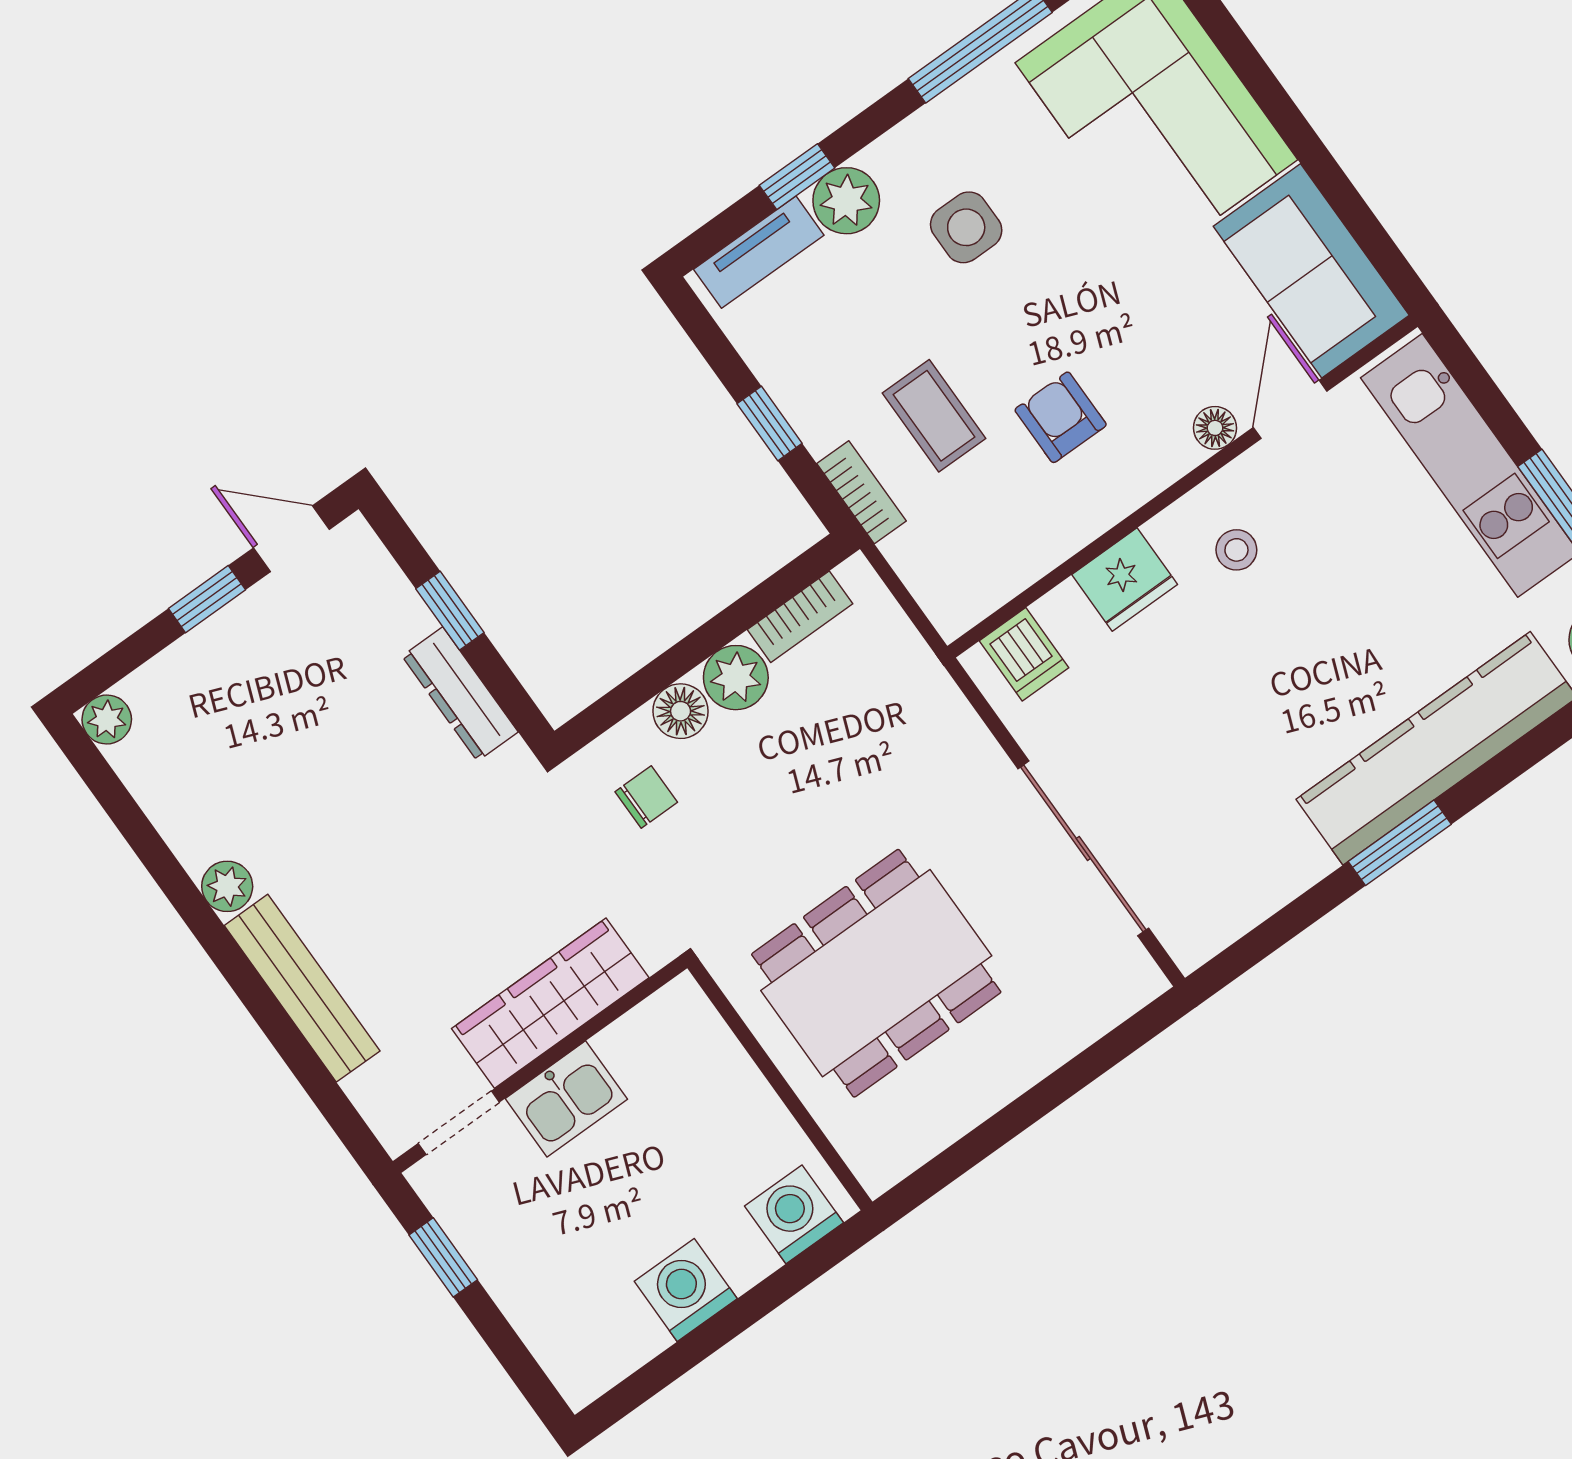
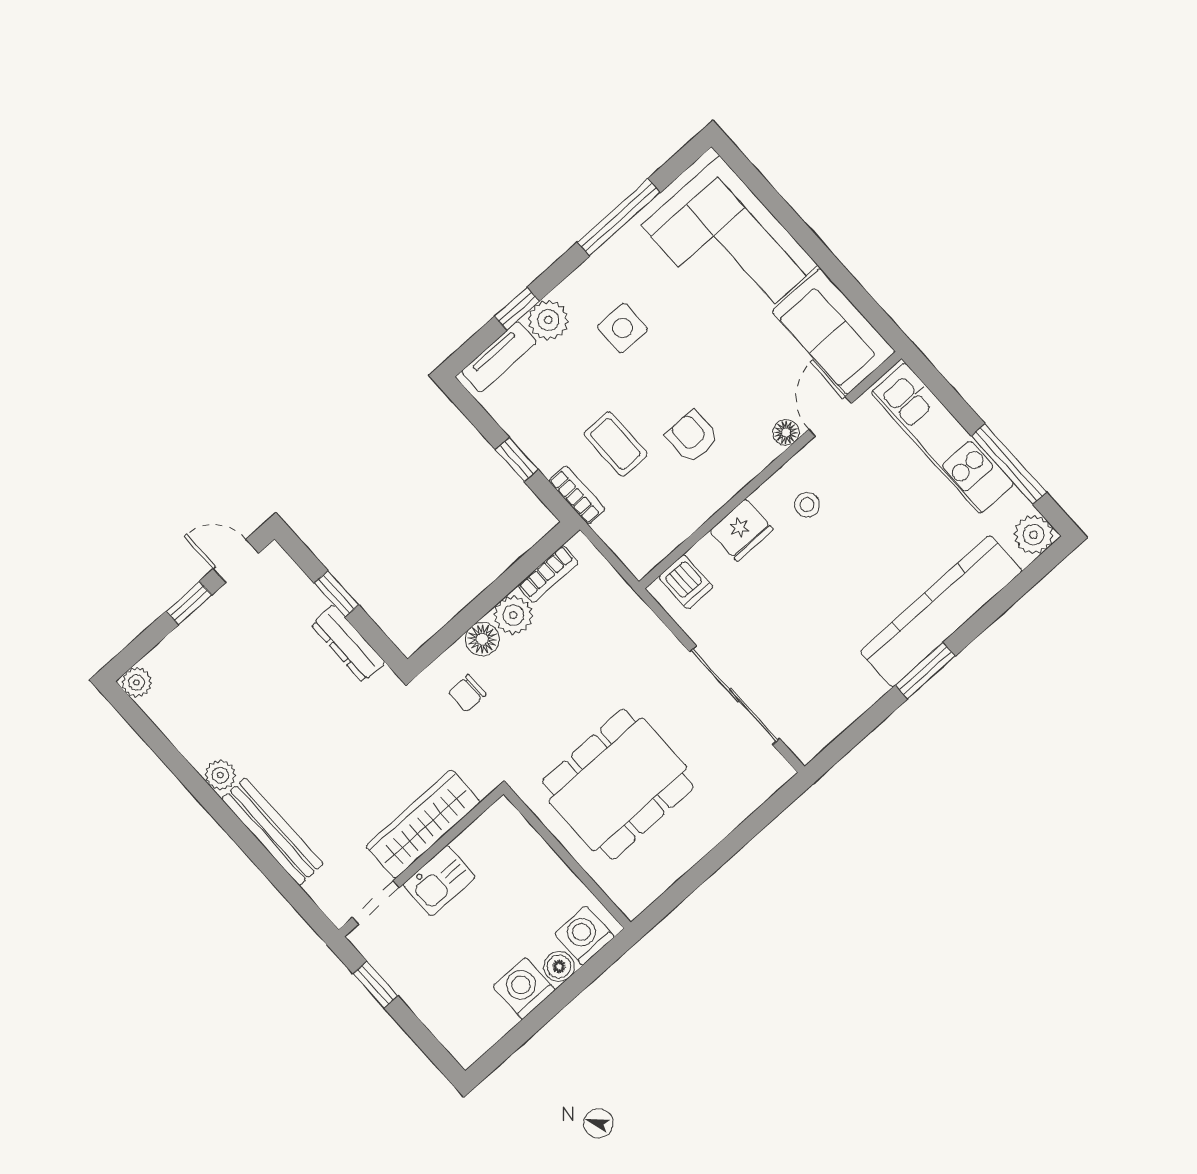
chair: (646, 797) -> (467, 693), turned 180
boiler: (747, 1261) -> (559, 967), added

